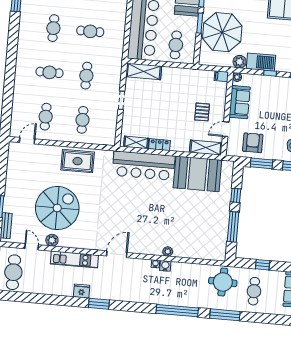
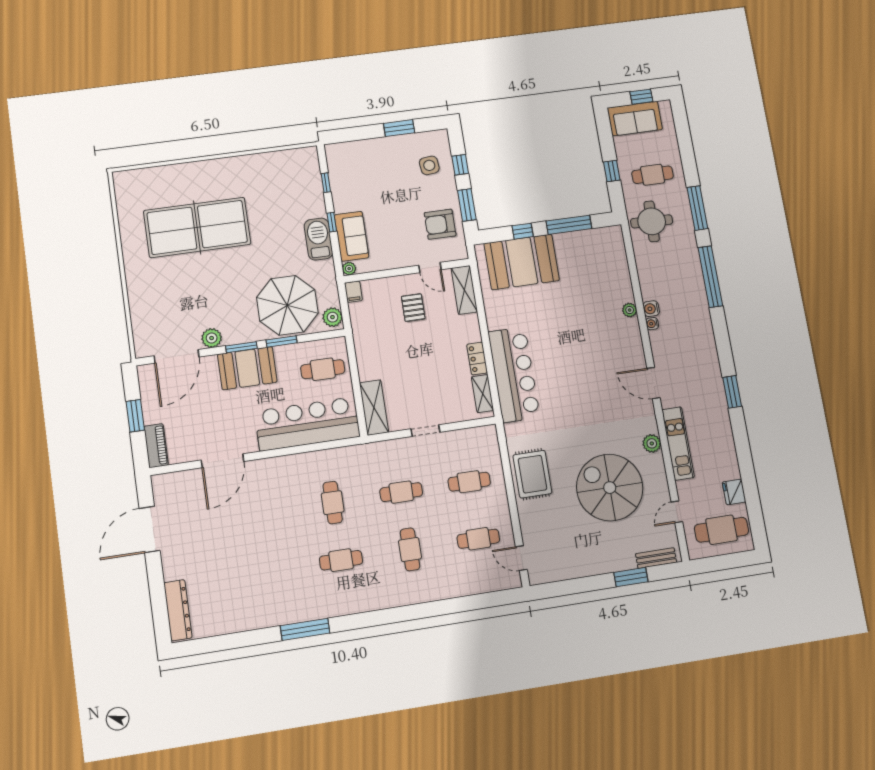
plant: (240, 62) -> (332, 317), moved
sofa: (240, 102) -> (352, 236), moved, turned 90
pallet: (202, 112) -> (413, 308), turned 90
booth: (197, 174) -> (522, 262), moved, turned 90
plant: (52, 240) -> (652, 443), moved
fridge: (81, 291) -> (734, 492), moved

